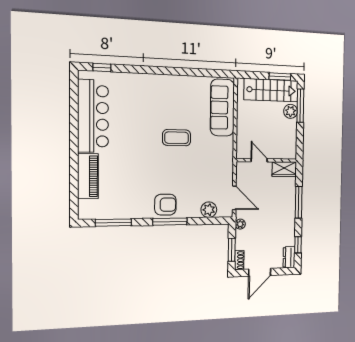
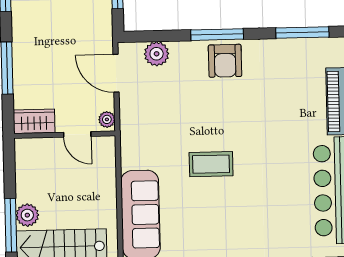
armchair: (165, 205) -> (225, 61), turned -90
plant: (240, 224) -> (107, 119), moved

